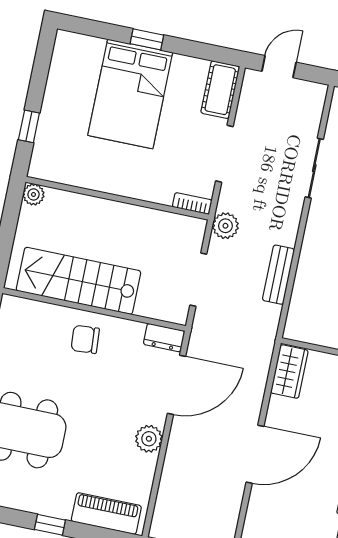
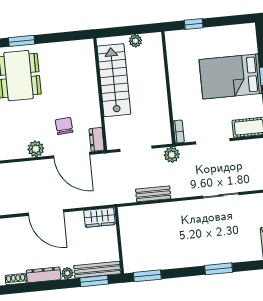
plant: (34, 194) -> (135, 41), moved
chair: (85, 339) -> (64, 126), moved

